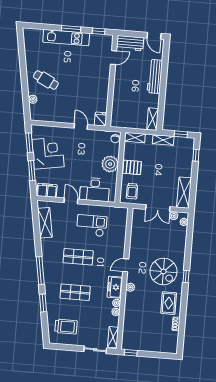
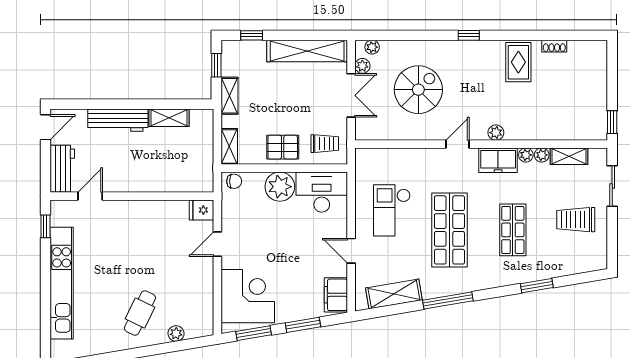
window: (71, 29) -> (45, 276), removed
kitchen unit: (66, 38) -> (62, 283), width x1.36
door: (114, 58) -> (90, 196), hinge flipped
shelving: (153, 119) -> (169, 118), moved
corner desk: (48, 153) -> (248, 296), moved, turned 100
pallet: (132, 167) -> (283, 147), turned 90
desk: (95, 189) -> (322, 192), moved, turned -90
shelving: (184, 193) -> (307, 51), width x1.47
door: (71, 201) -> (351, 251), hinge flipped
shop shelf: (78, 257) -> (449, 230), width x1.43, depth x1.36
door: (126, 265) -> (457, 144), swing flipped
window: (40, 271) -> (448, 300), moved
spiral stairs: (163, 272) -> (418, 90), moved
rug: (169, 303) -> (518, 62), turned 90
trolley: (66, 327) -> (576, 220), moved, turned -90
shelving: (113, 337) -> (569, 156), moved

